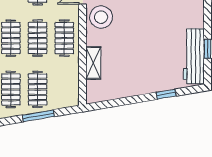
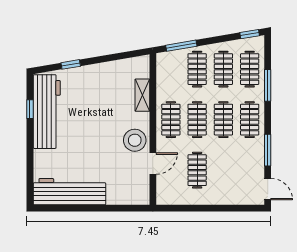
workbench: (194, 56) -> (47, 112), width x1.36, depth x1.32
window: (38, 116) -> (181, 46), moved

